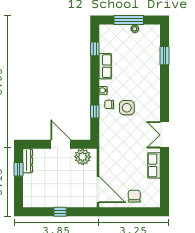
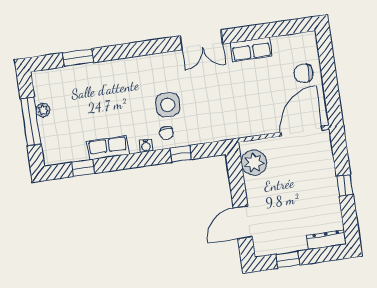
door: (61, 144) -> (243, 222), moved
dresser: (28, 161) -> (326, 240), moved

